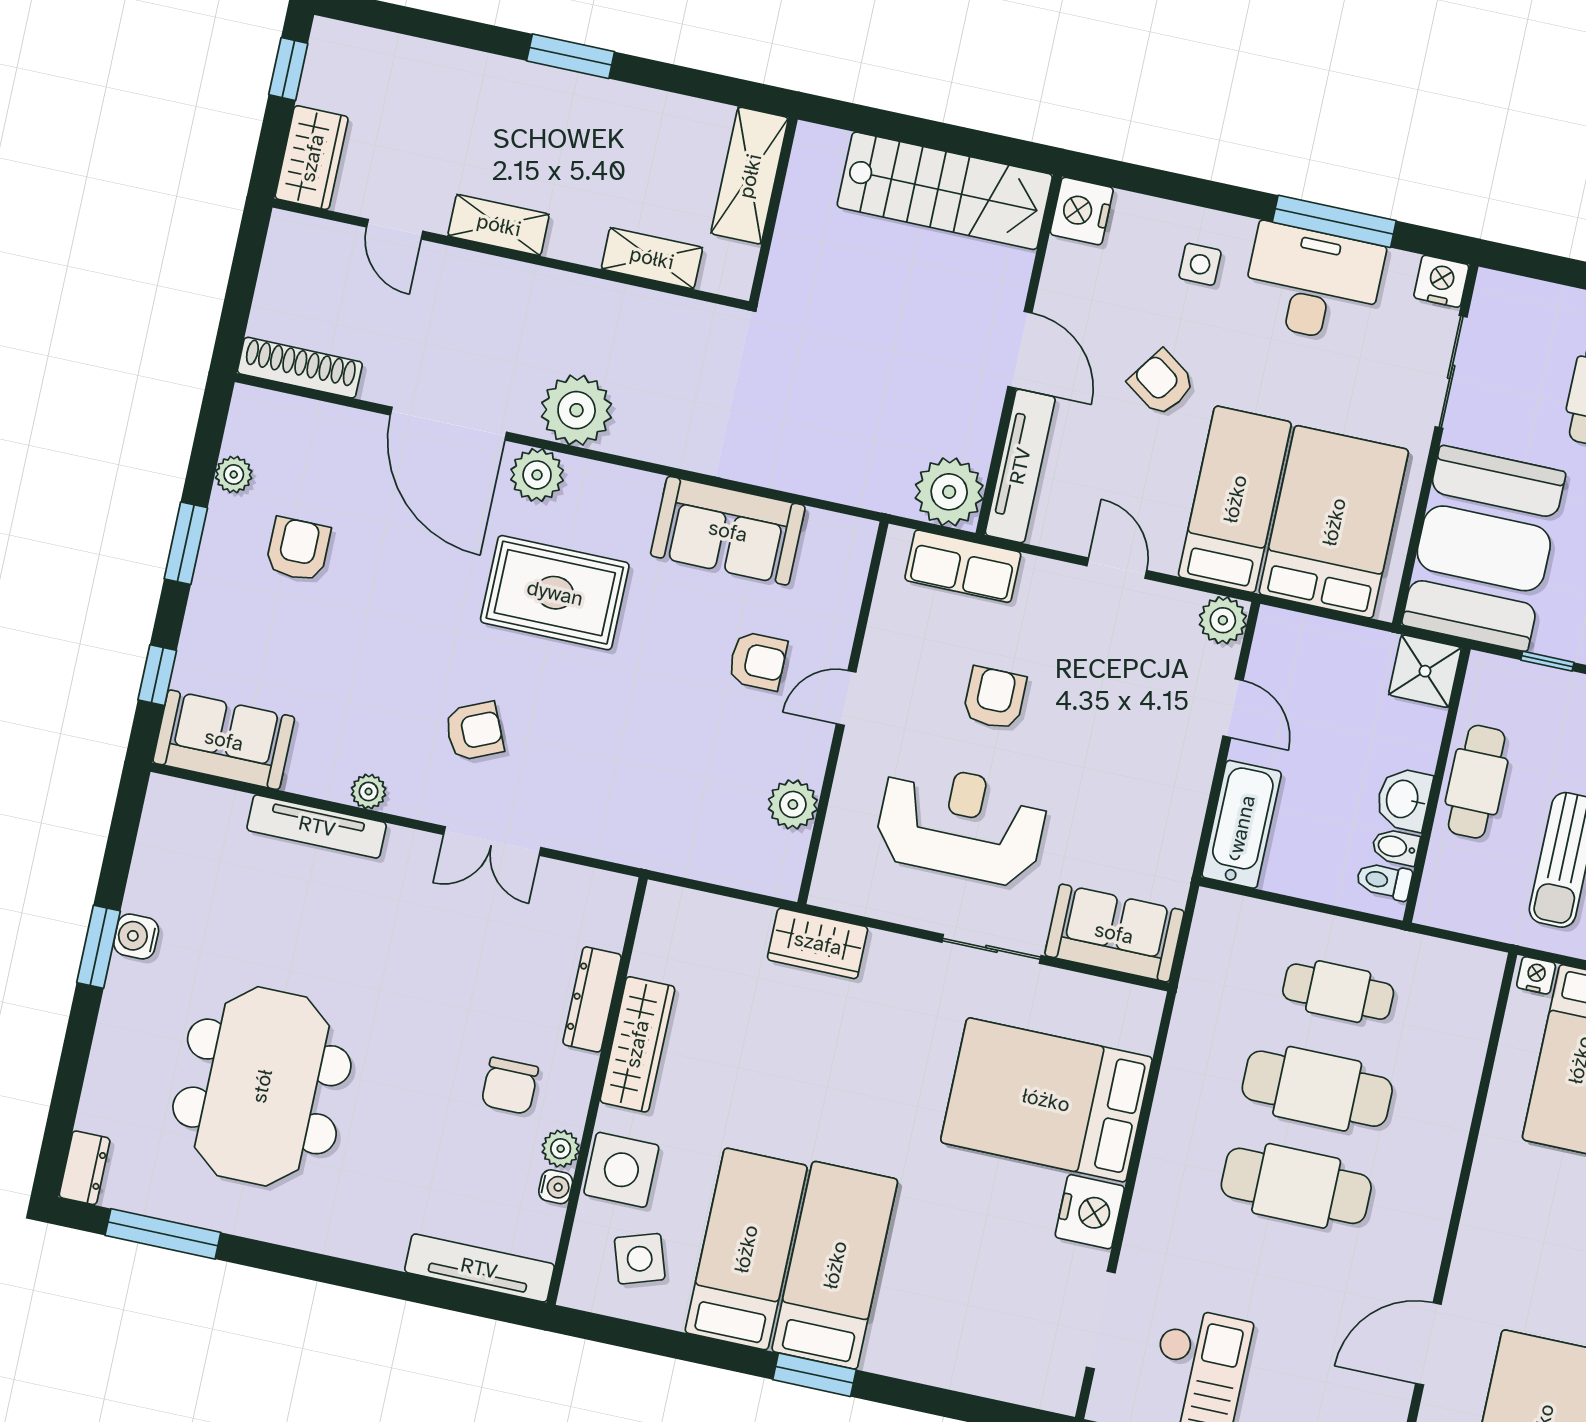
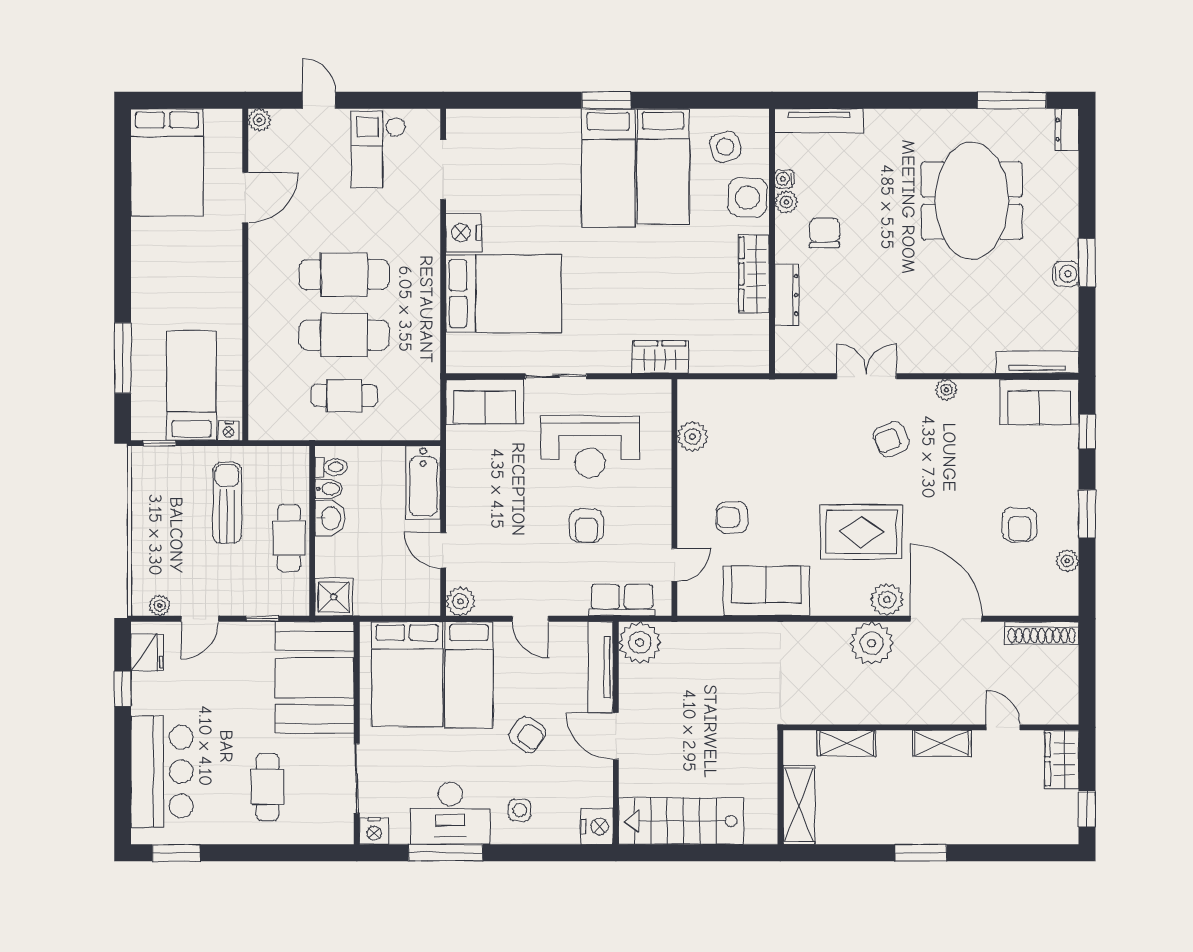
door: (846, 698) -> (674, 565), moved
tv unit: (317, 826) -> (1037, 362), moved

